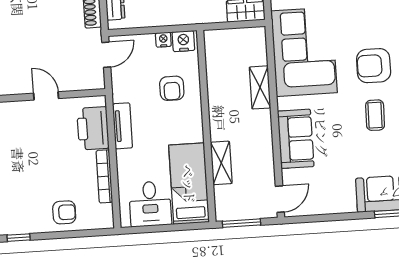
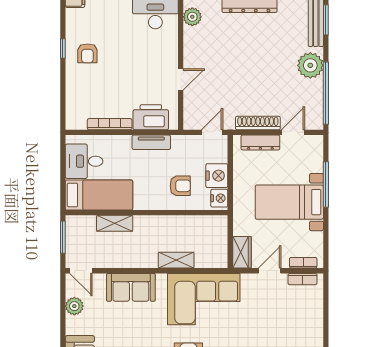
nightstand: (163, 40) -> (217, 176), width x1.89, depth x1.79
door: (106, 55) -> (212, 132), swing flipped
armchair: (172, 88) -> (180, 186), turned 180
plant: (322, 204) -> (74, 306), added
armchair: (64, 212) -> (87, 53), moved

